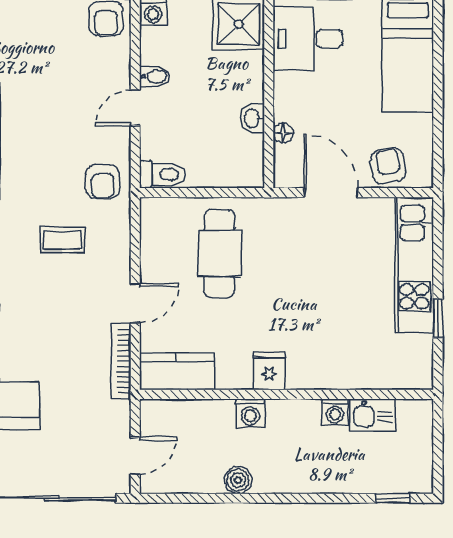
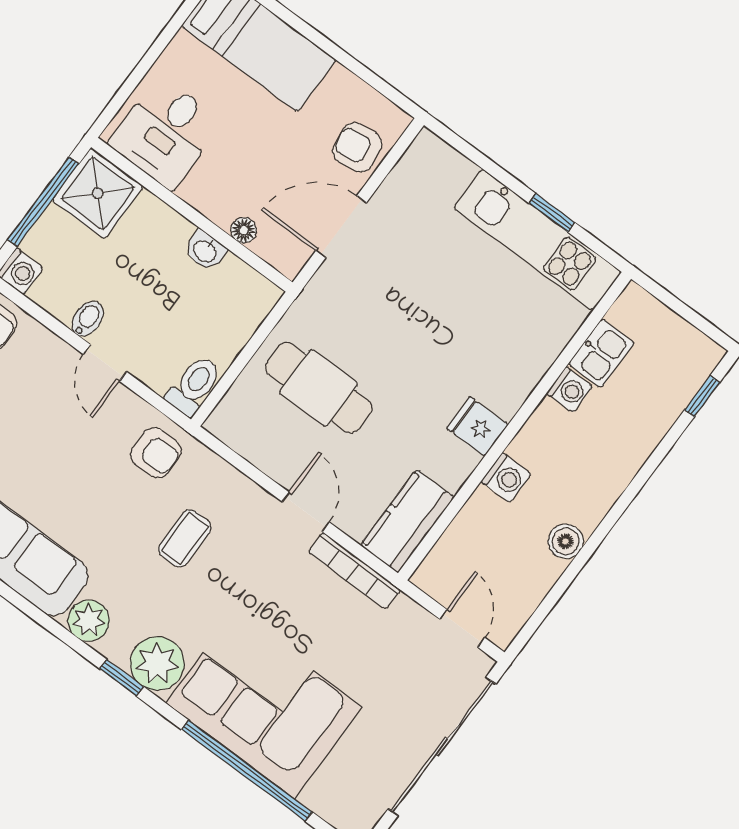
kitchen unit: (414, 265) -> (537, 240), moved

